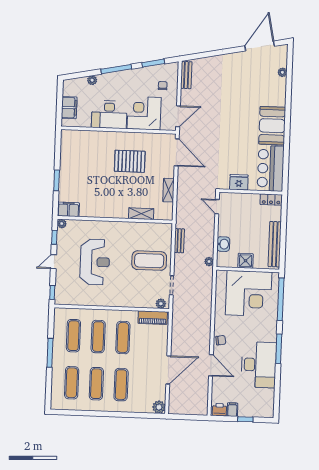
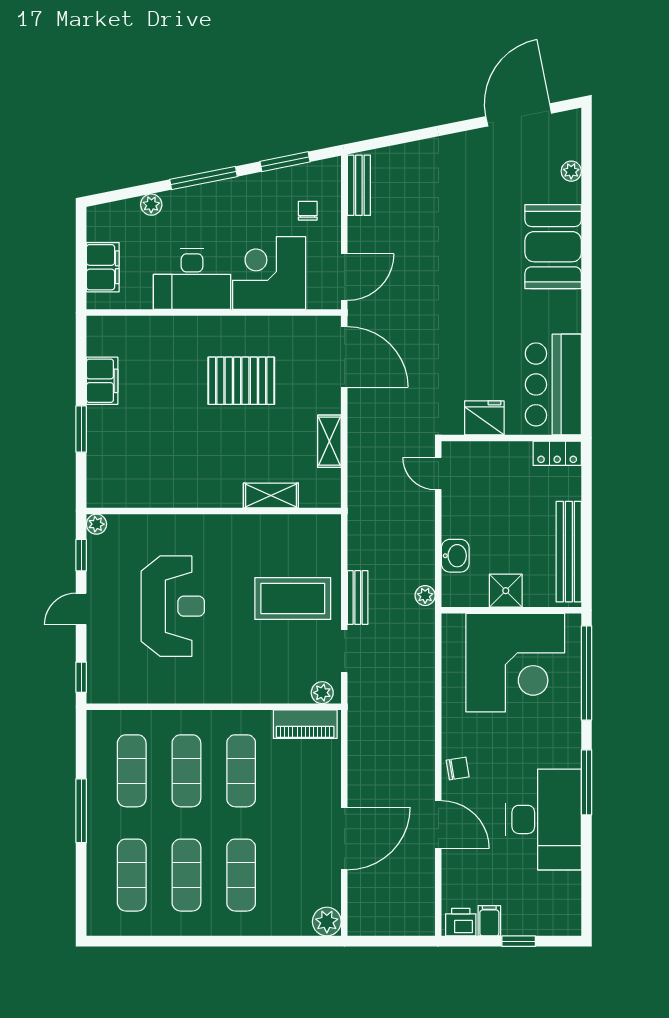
booth: (272, 126) -> (553, 247), moved
filing cabinet: (68, 209) -> (102, 381), moved, turned 90
bench: (179, 241) -> (358, 597), moved

